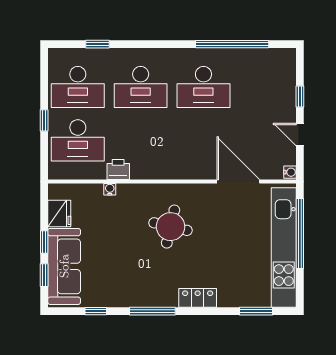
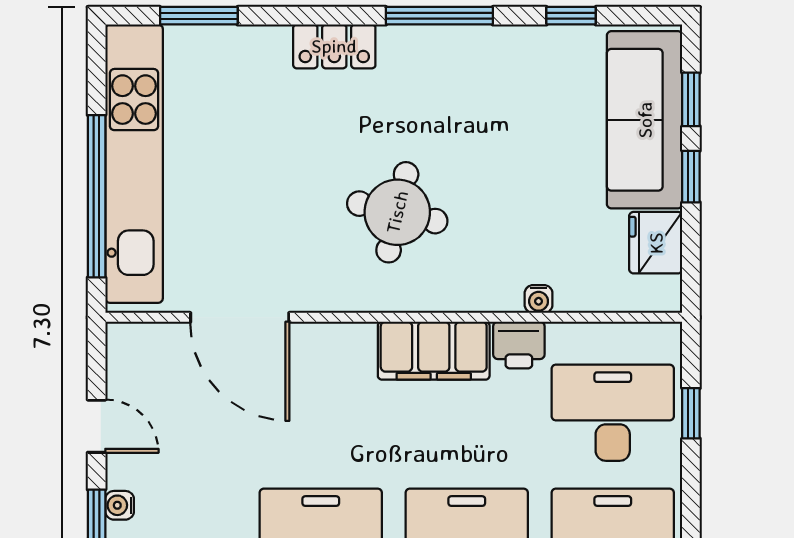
window: (44, 120) -> (691, 413), moved
filing cabinet: (155, 167) -> (434, 351), added
water cooler: (290, 172) -> (120, 505), moved

